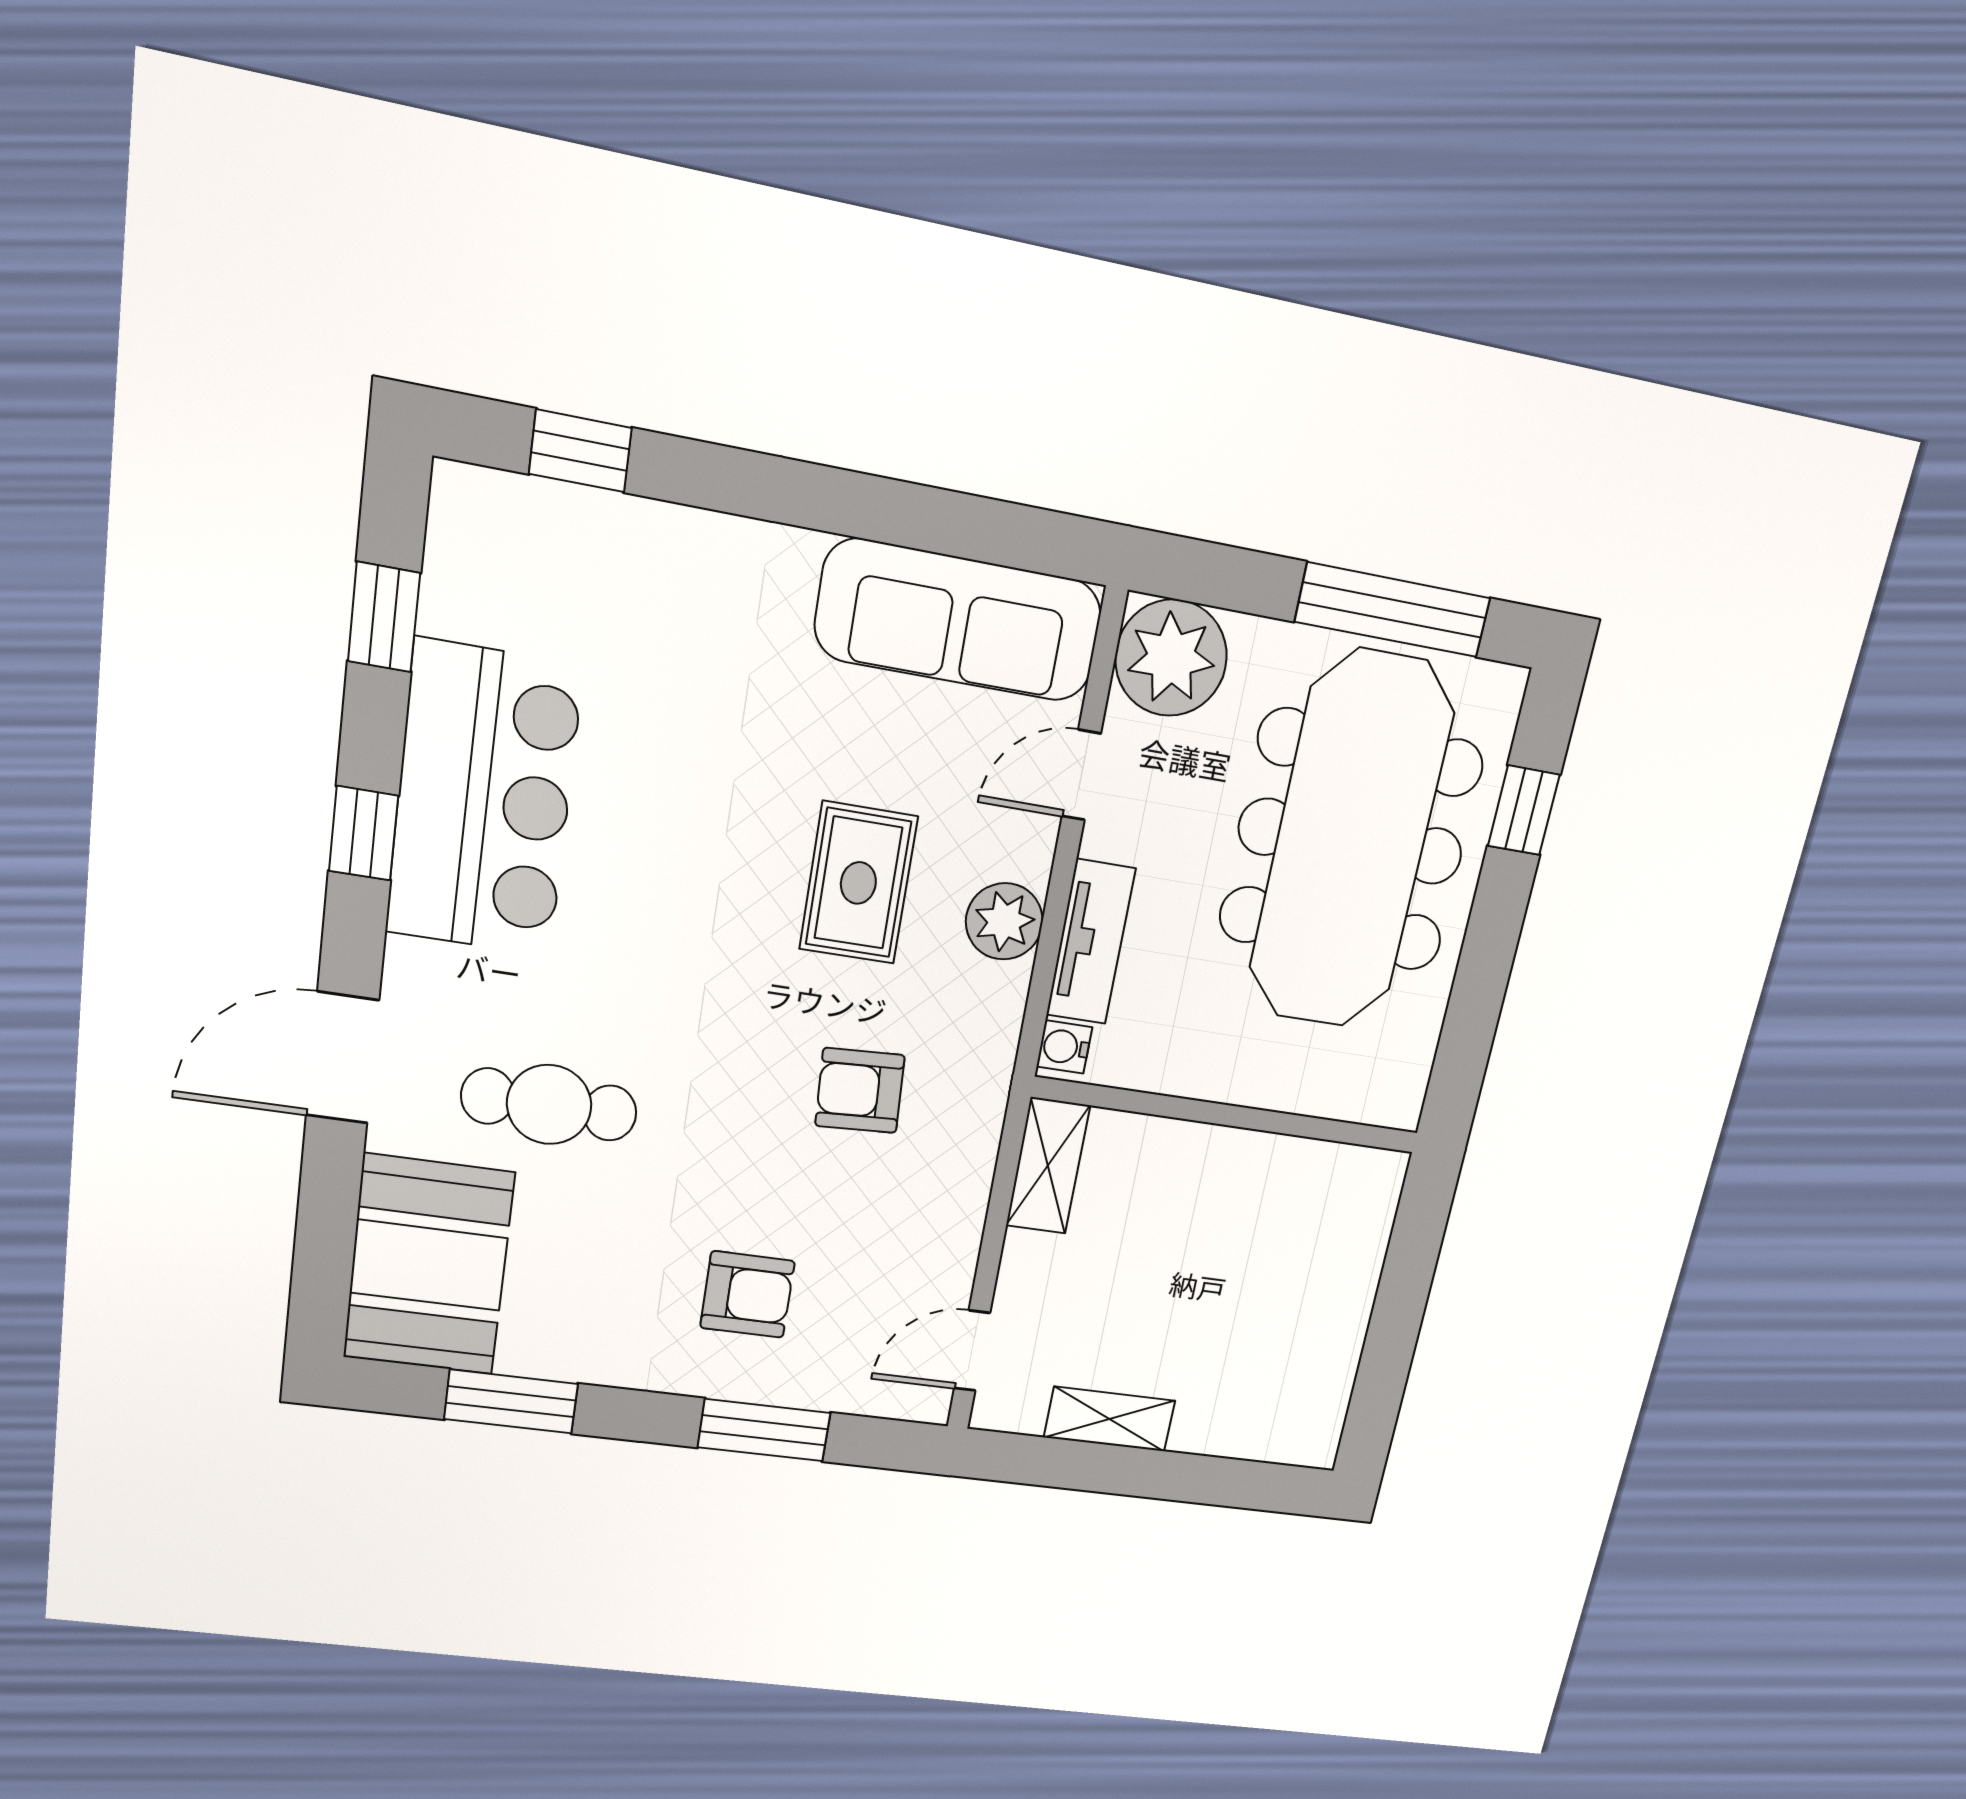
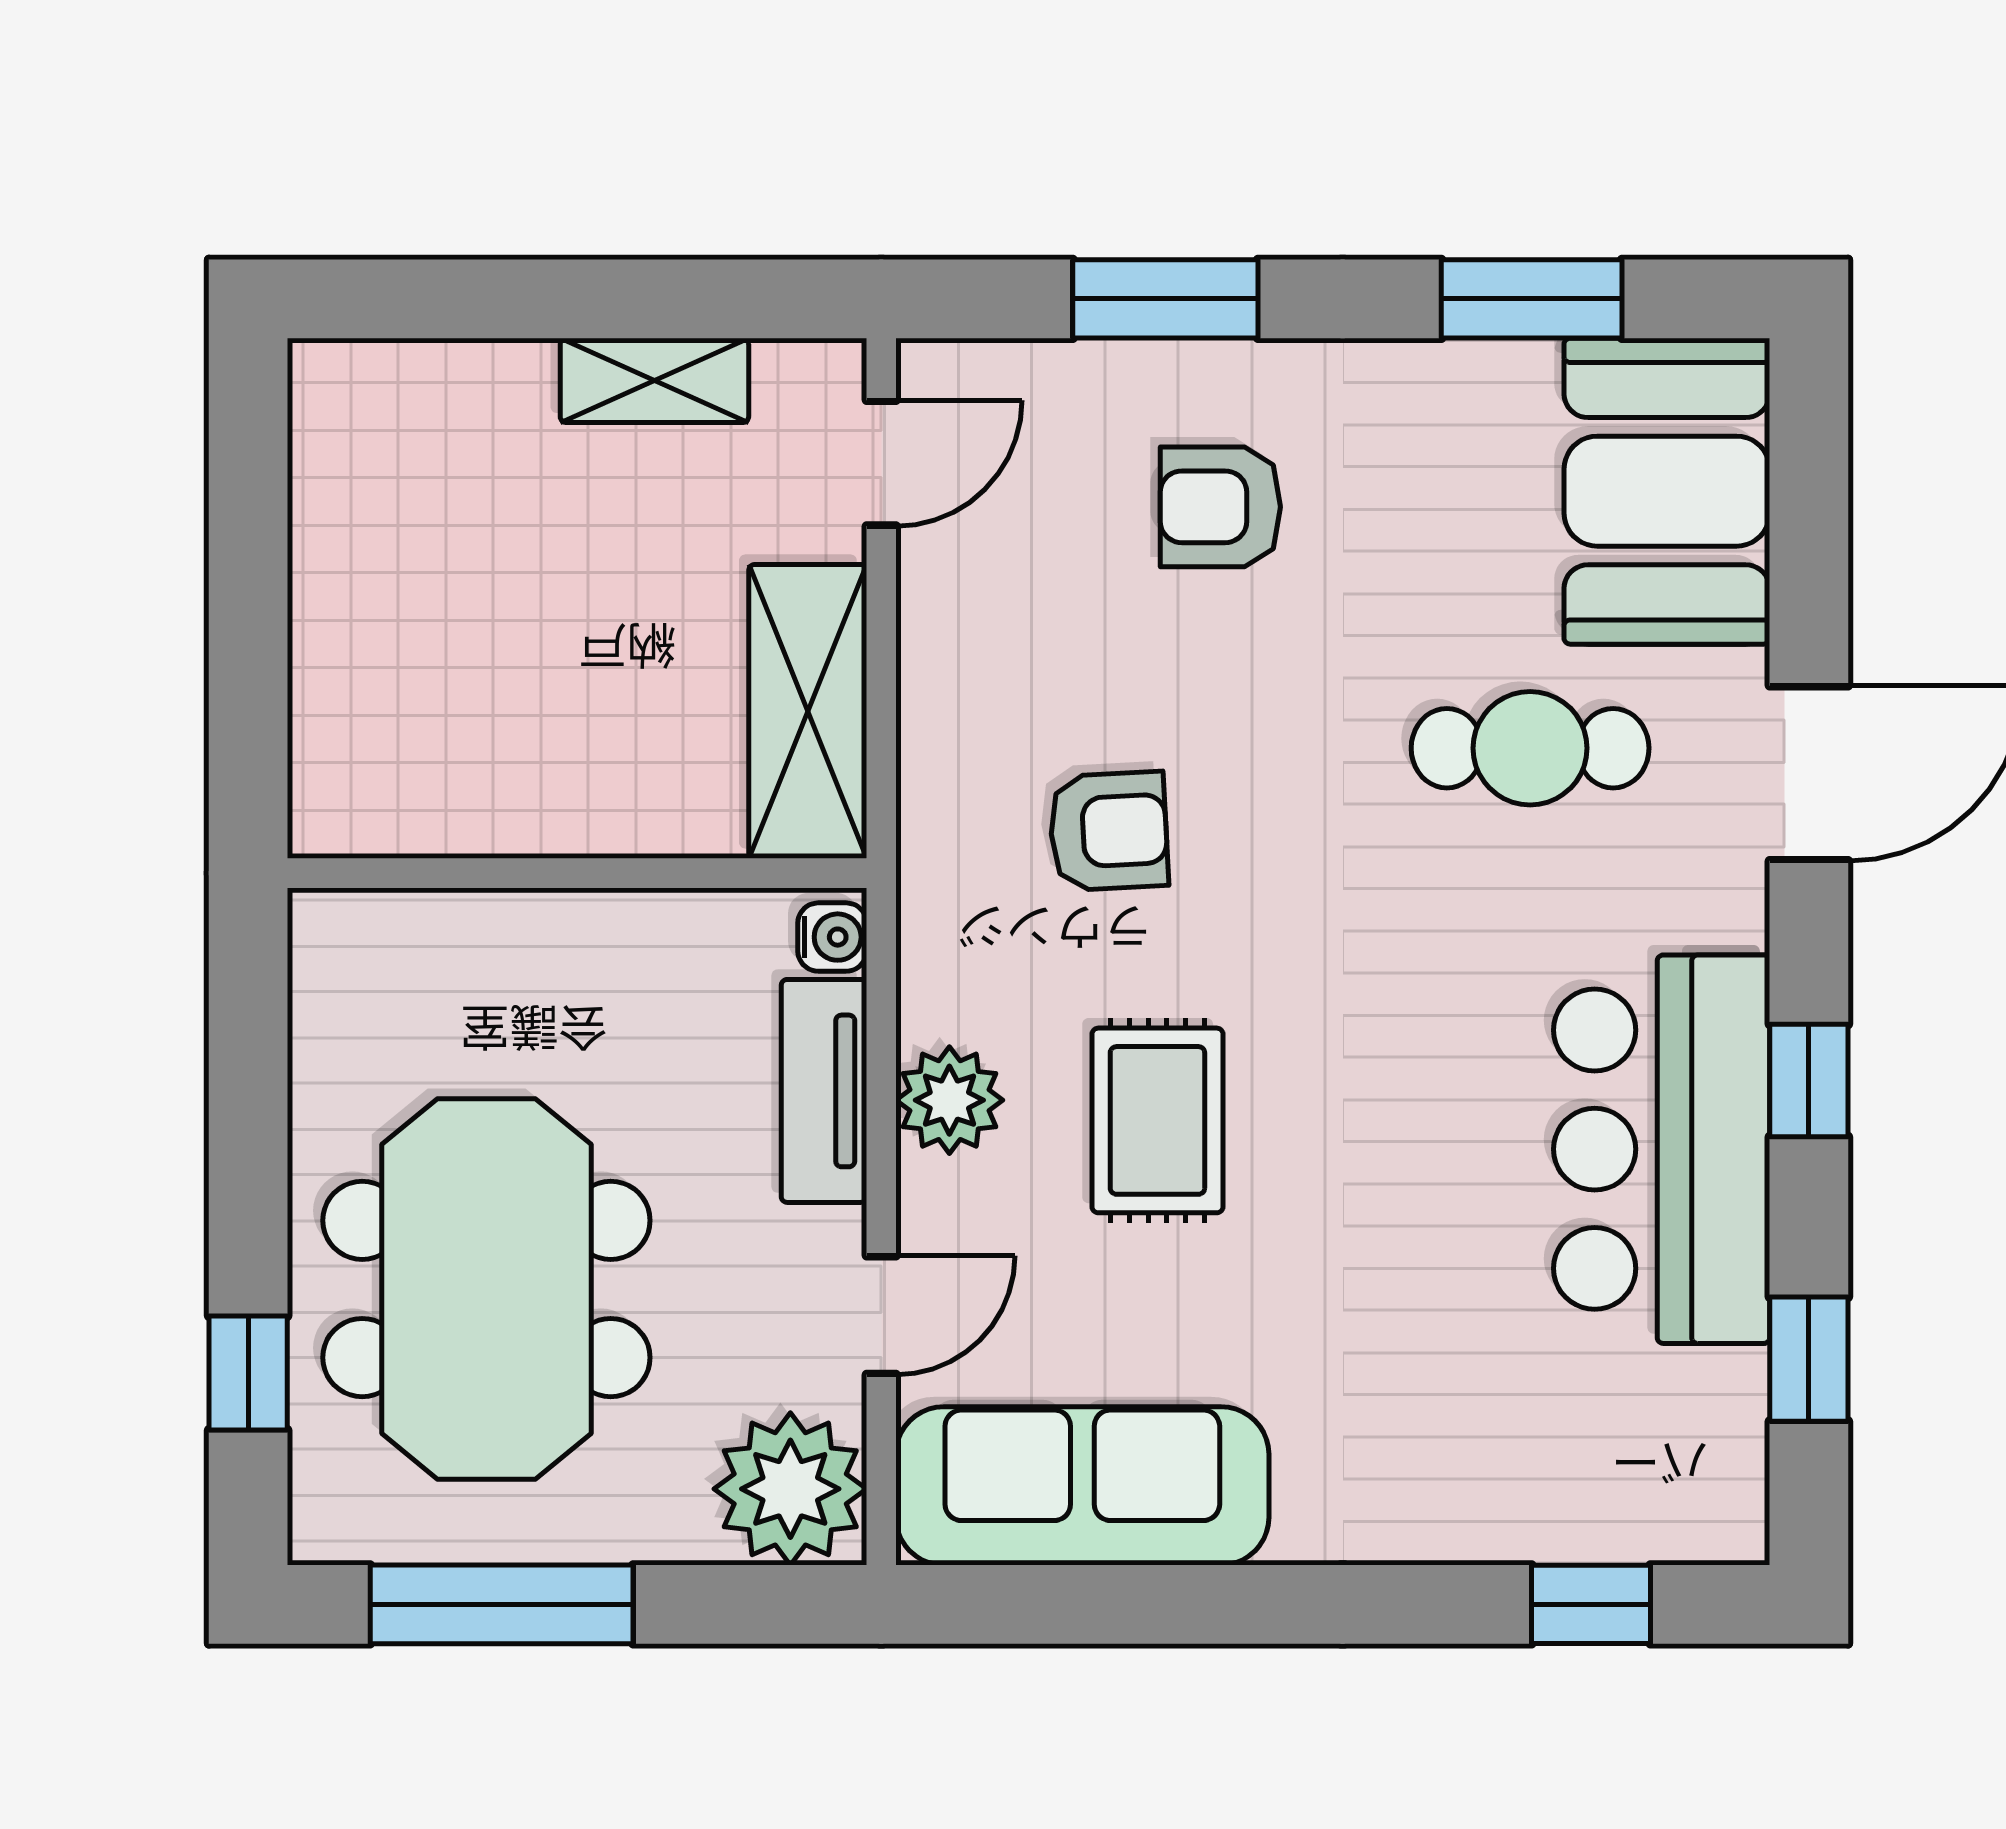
meeting table: (1351, 841) -> (486, 1289), width x0.73
shelving: (1048, 1166) -> (808, 711), width x1.50, depth x1.33

